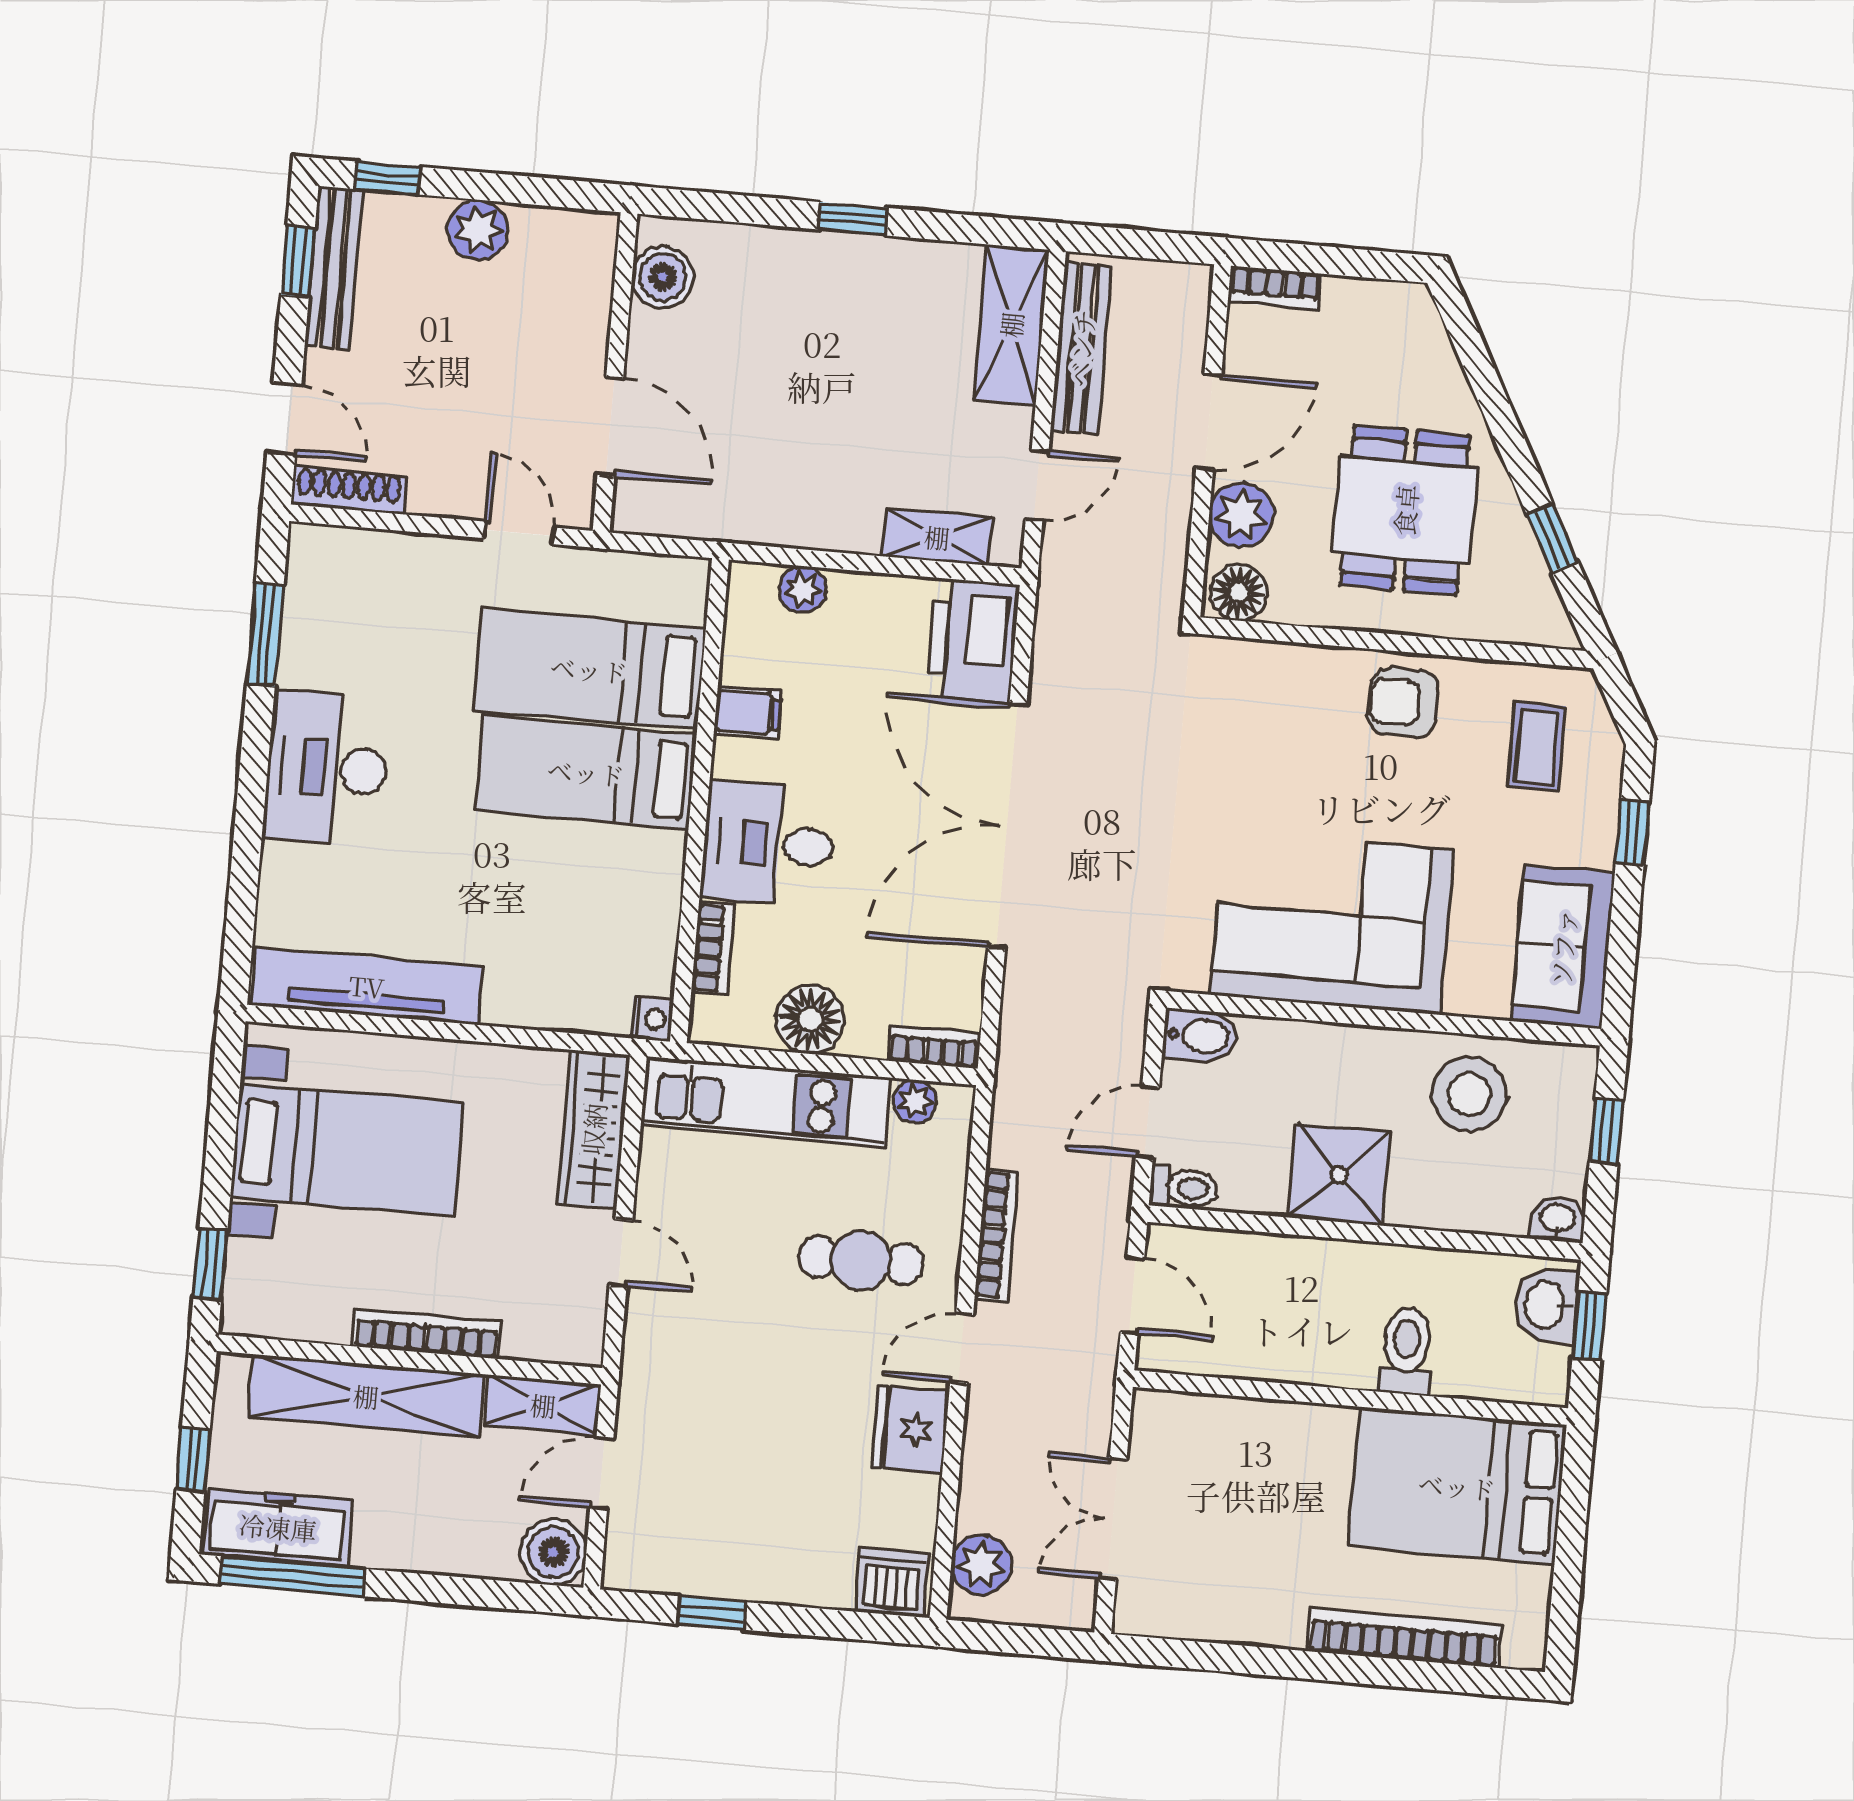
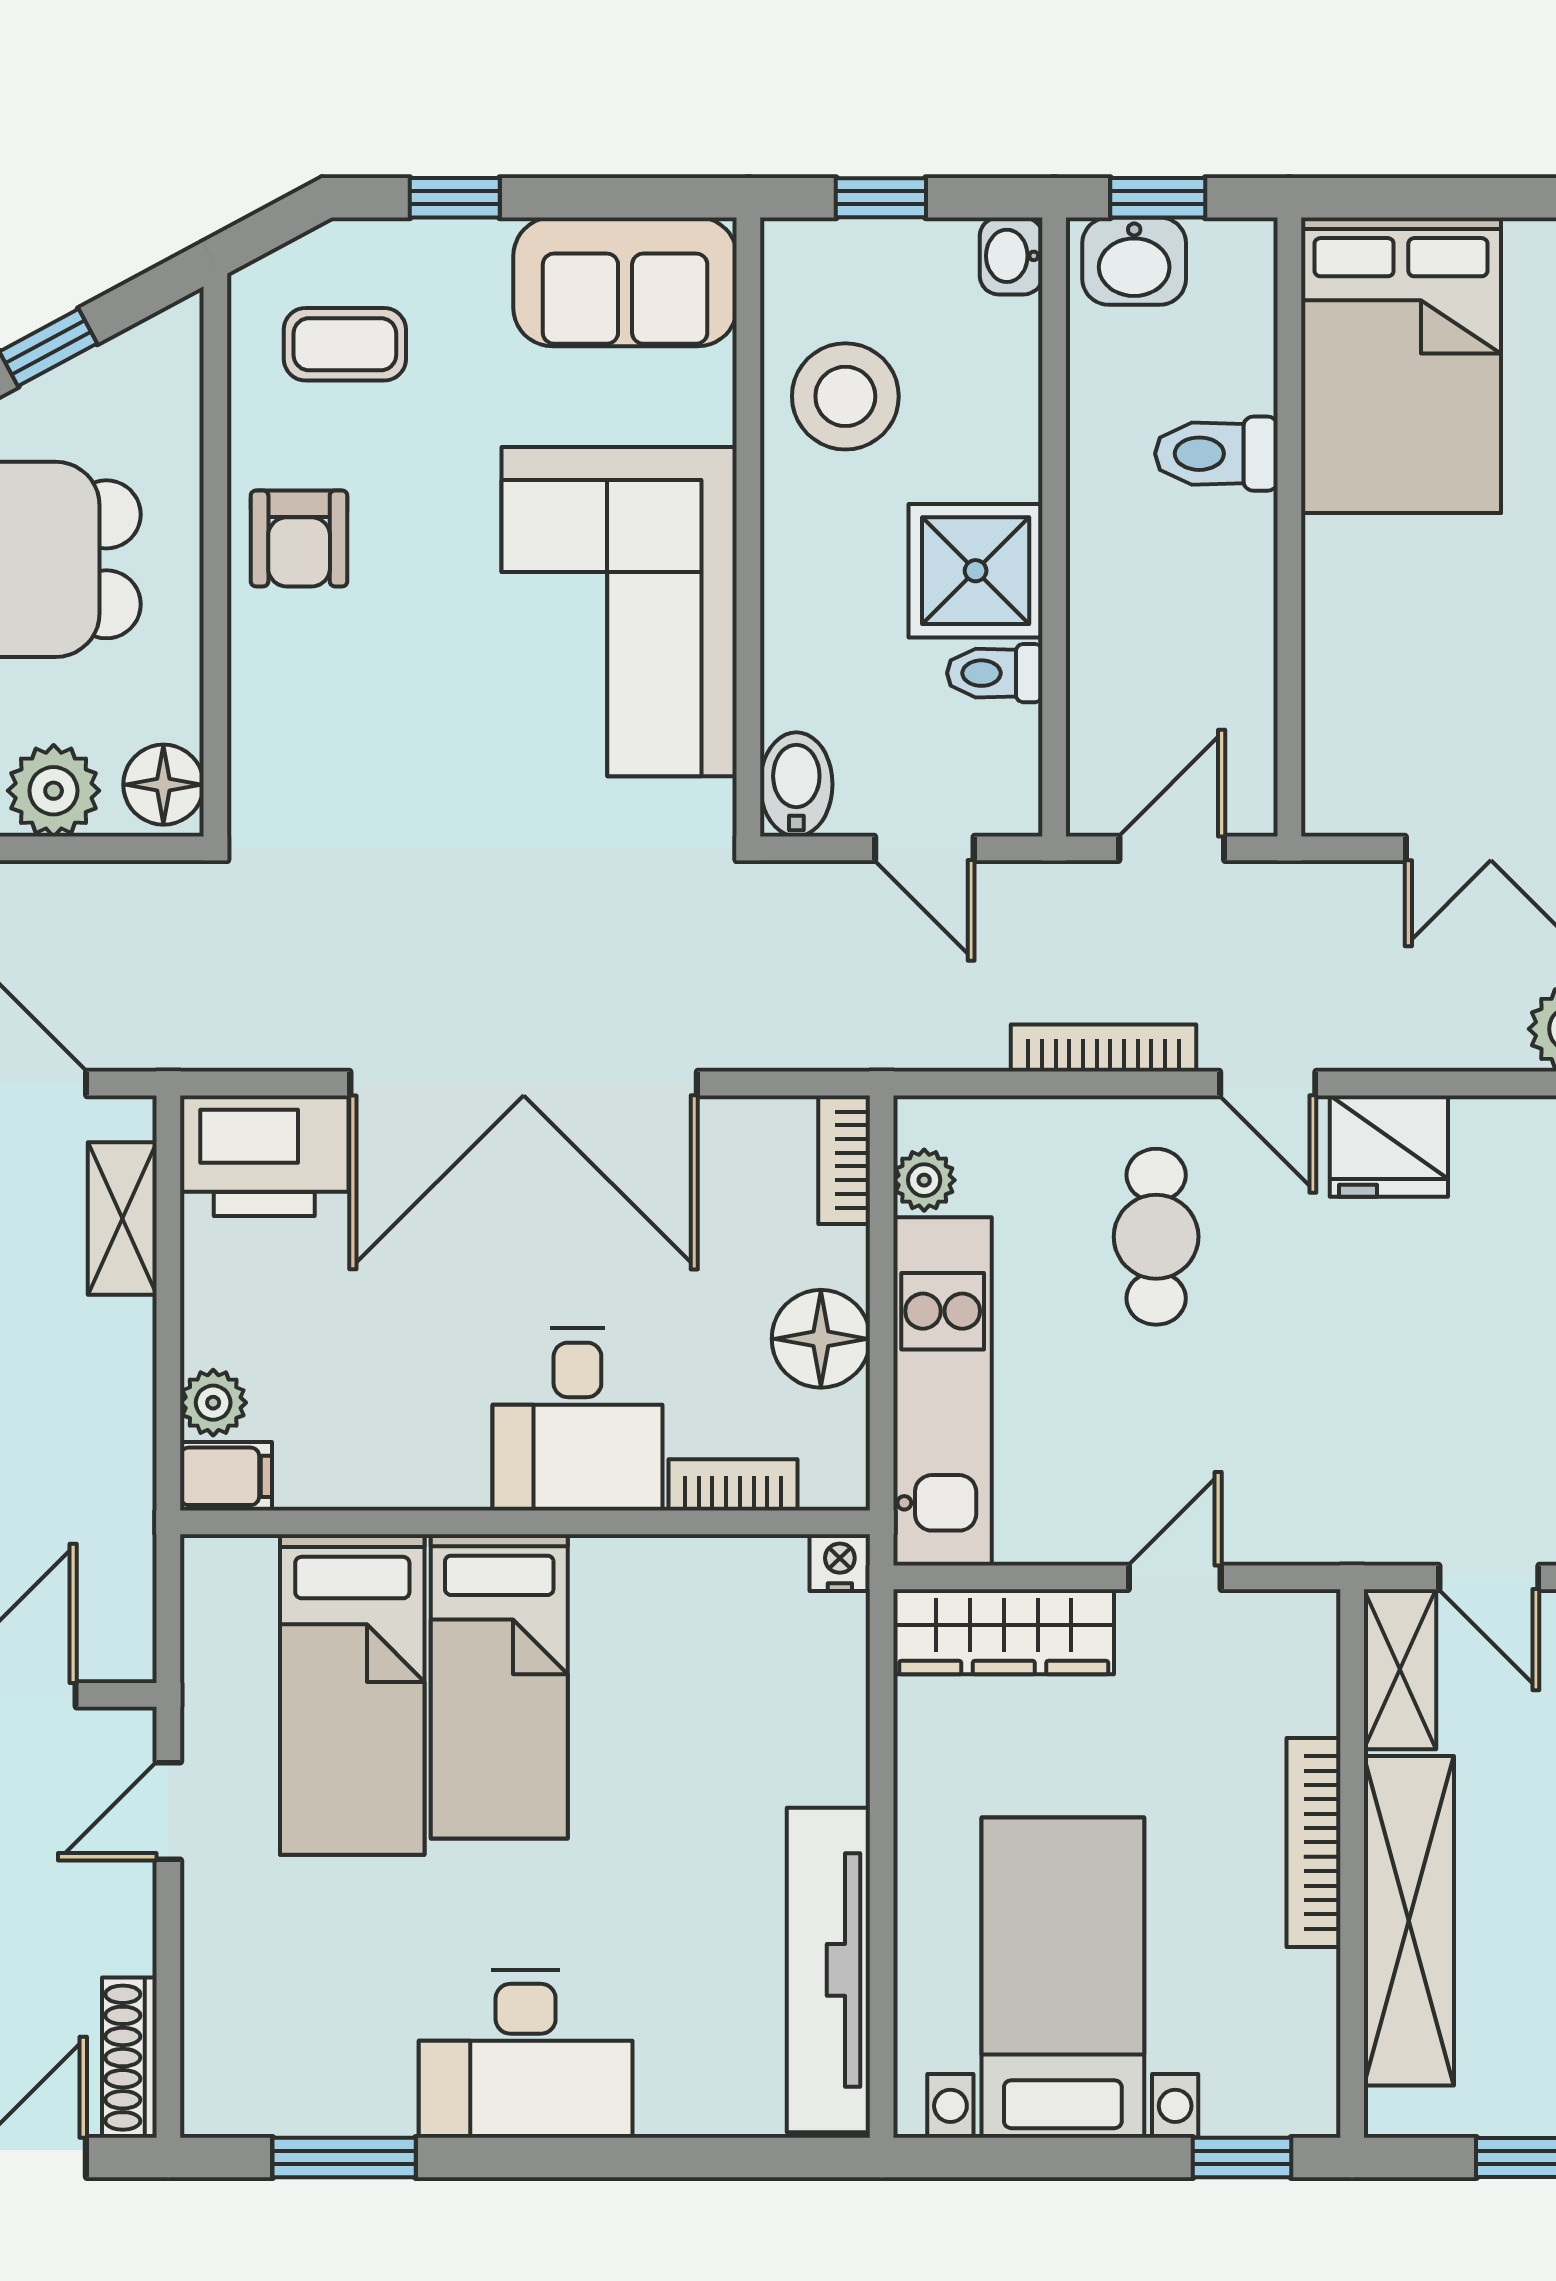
filing cabinet: (748, 712) -> (226, 1476), moved, turned 90
toilet: (1184, 1188) -> (995, 673), moved, turned -90

